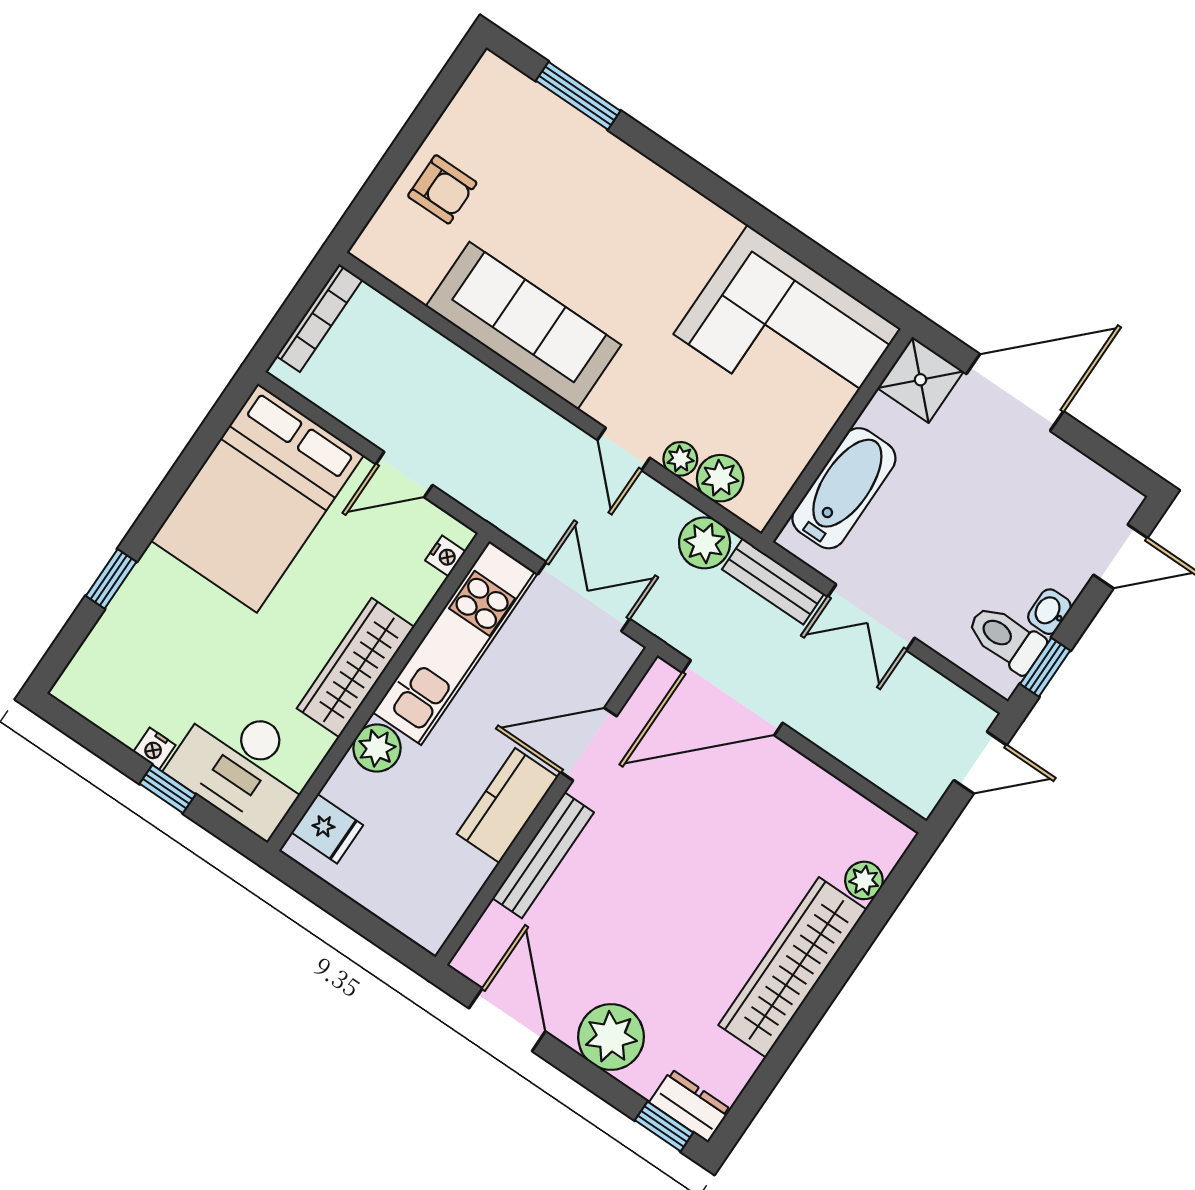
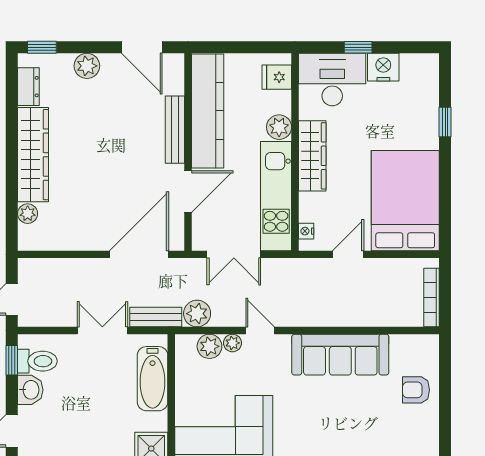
washbasin: (1049, 612) -> (30, 390), width x1.38, depth x1.45
nightstand: (154, 748) -> (383, 67), width x1.89, depth x1.79
kitchen counter: (507, 806) -> (208, 111), width x2.08, depth x1.17
plant: (611, 1037) -> (87, 66), width x0.73, depth x0.73
dresser: (690, 1106) -> (28, 87), moved, turned -90

